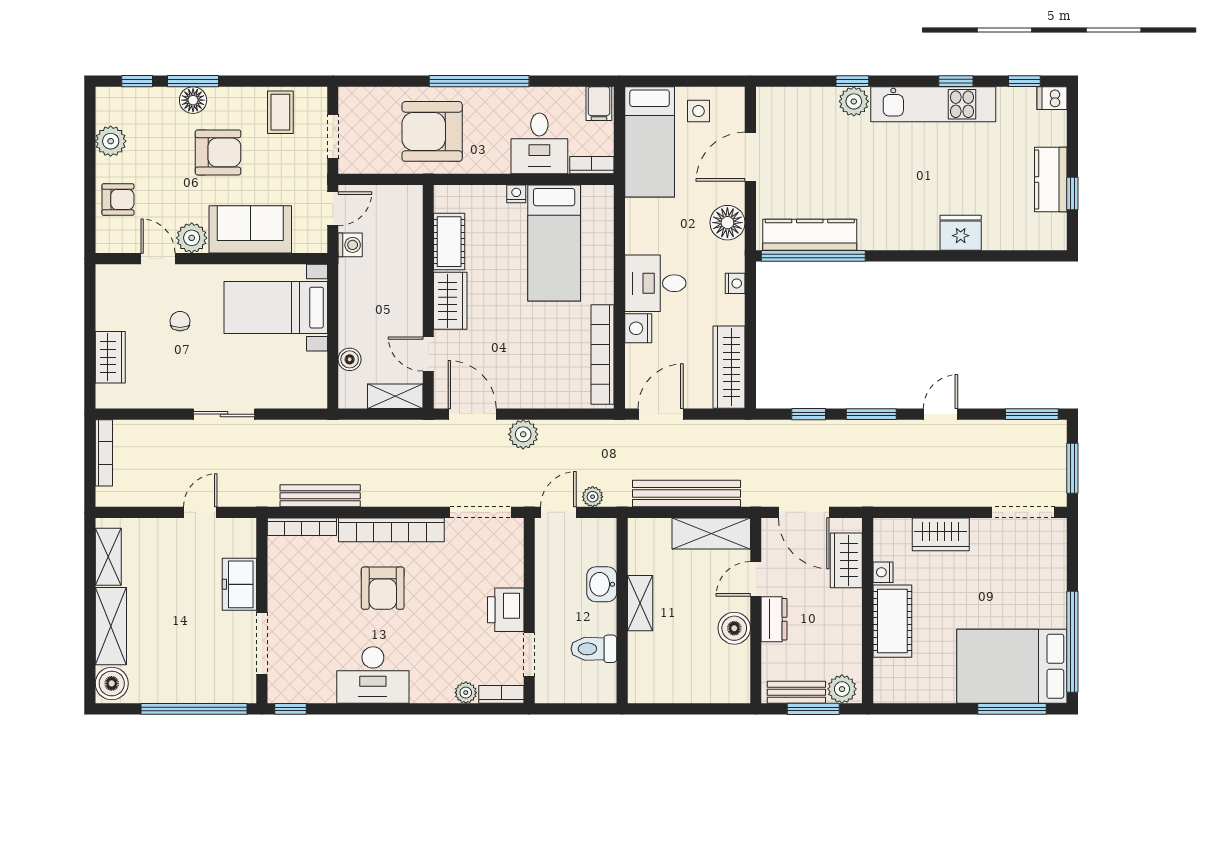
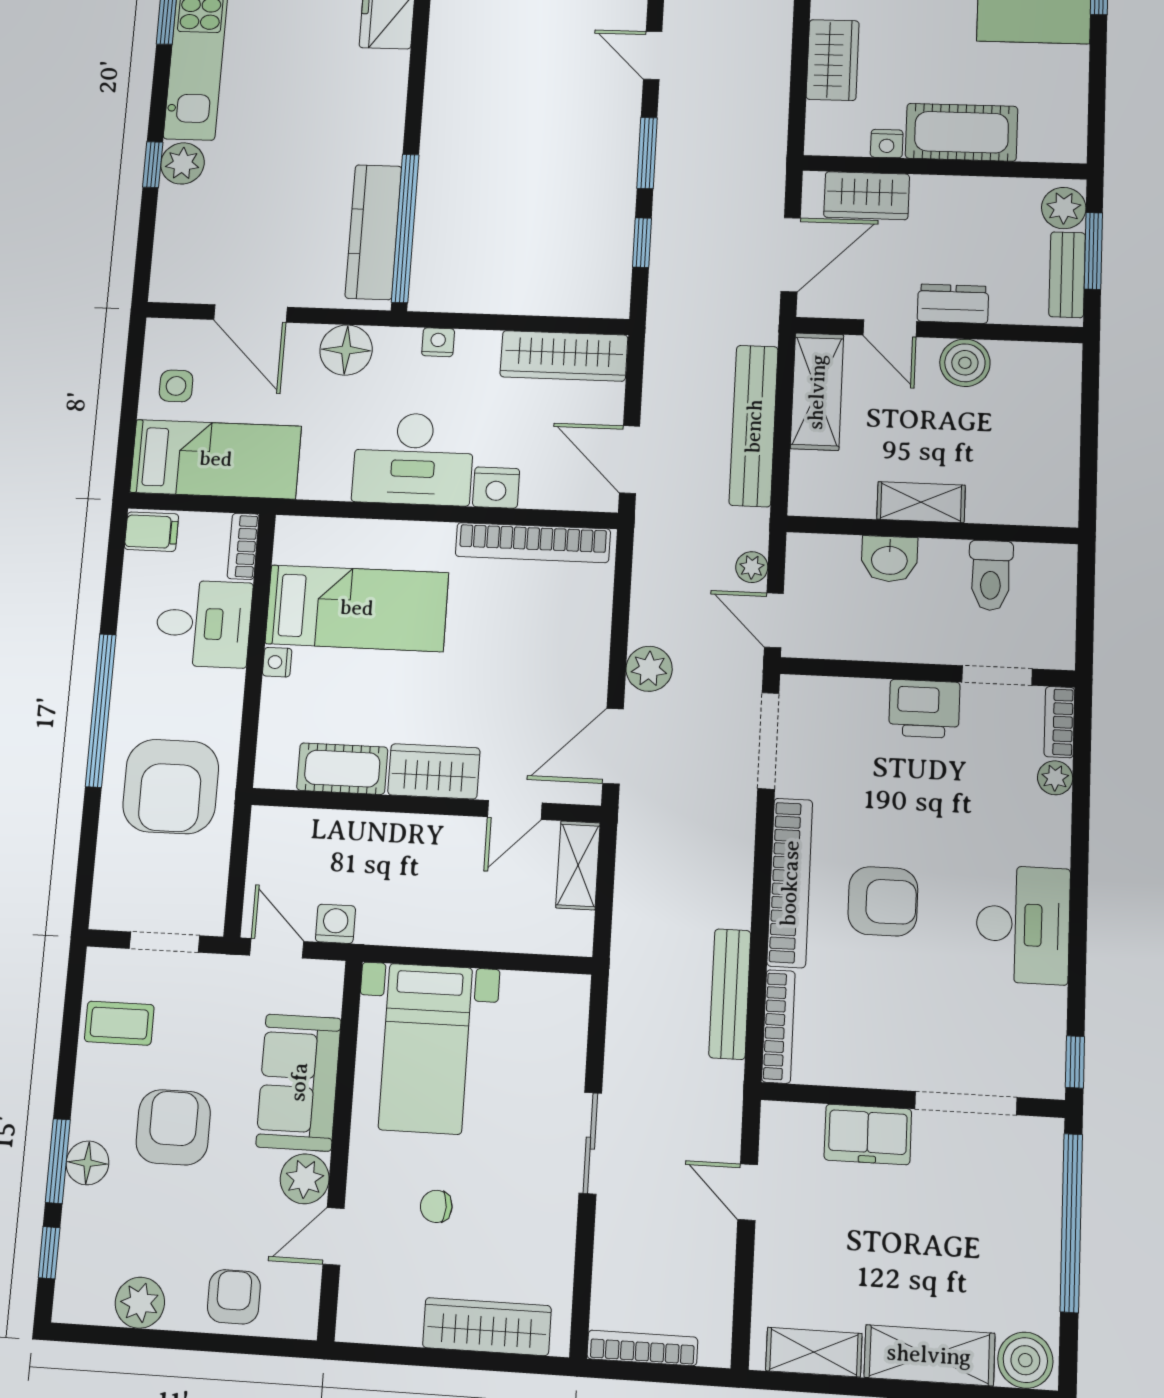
desk: (655, 283) -> (413, 459), width x1.37
wardrobe: (110, 357) -> (487, 1327), width x1.50
boiler: (350, 359) -> (515, 935), removed

